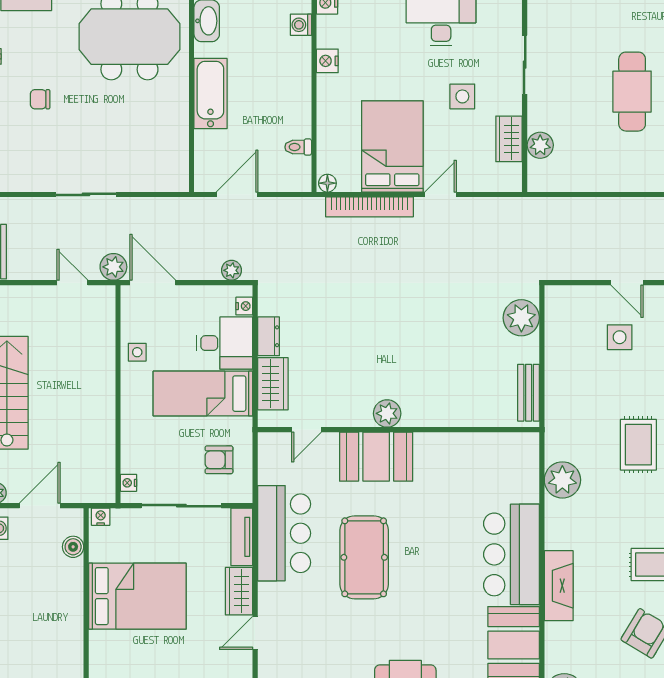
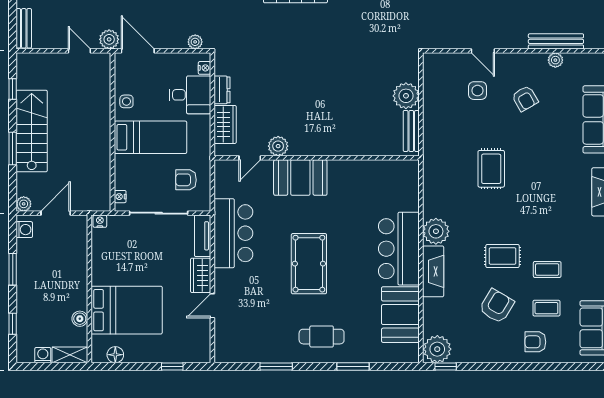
plant: (521, 318) -> (406, 96), moved
bed: (203, 394) -> (150, 137), moved, turned 180
plant: (387, 413) -> (278, 146), moved
plant: (562, 480) -> (436, 231), moved
boiler: (73, 547) -> (80, 319), moved
pool table: (364, 557) -> (309, 264), moved
bed: (137, 596) -> (127, 310), moved

